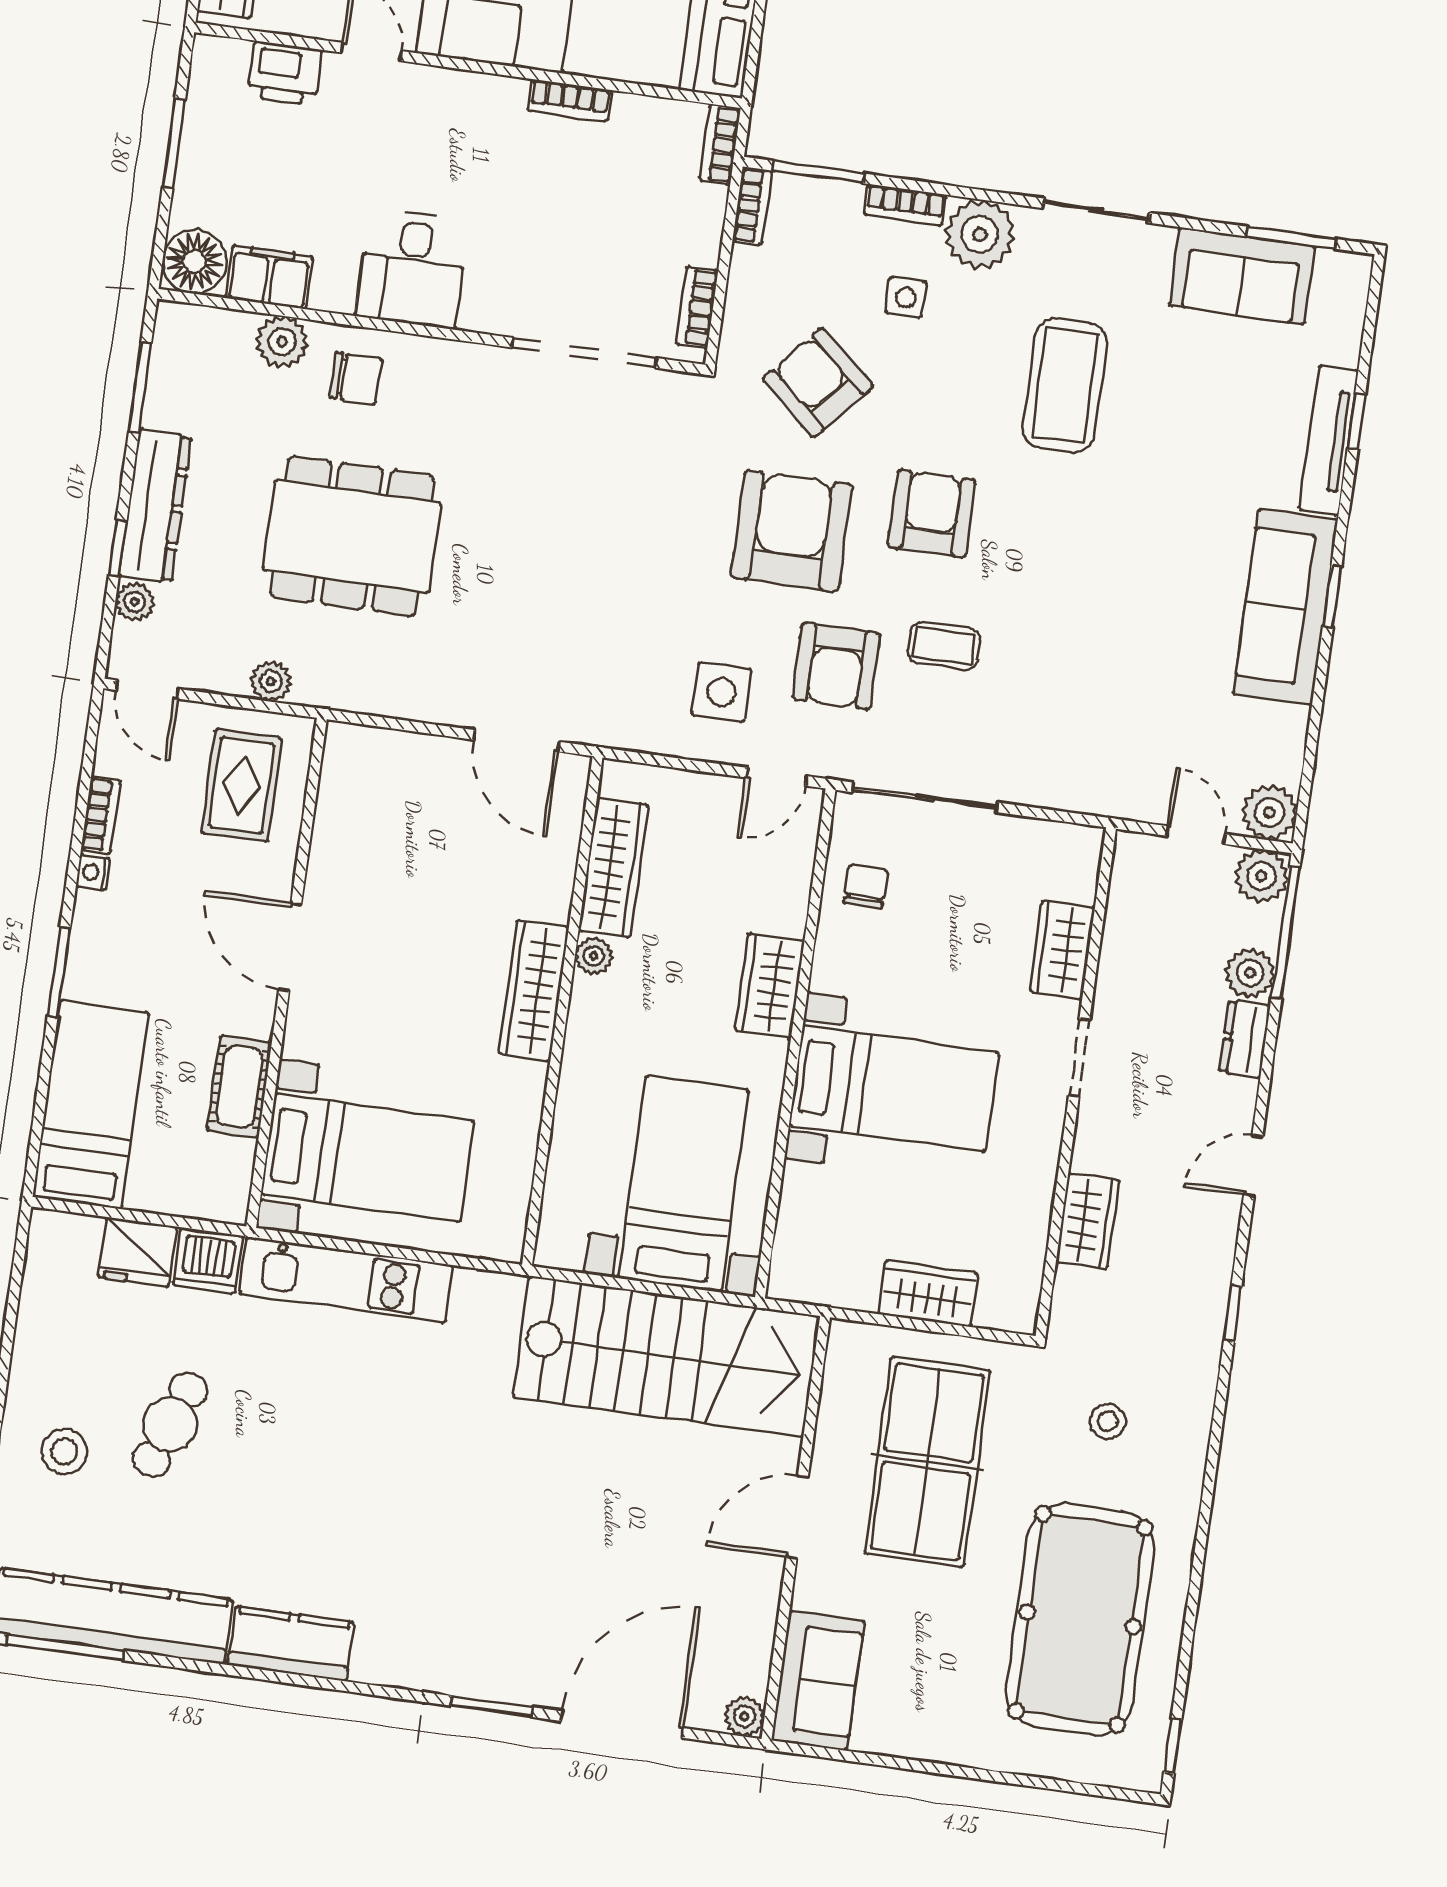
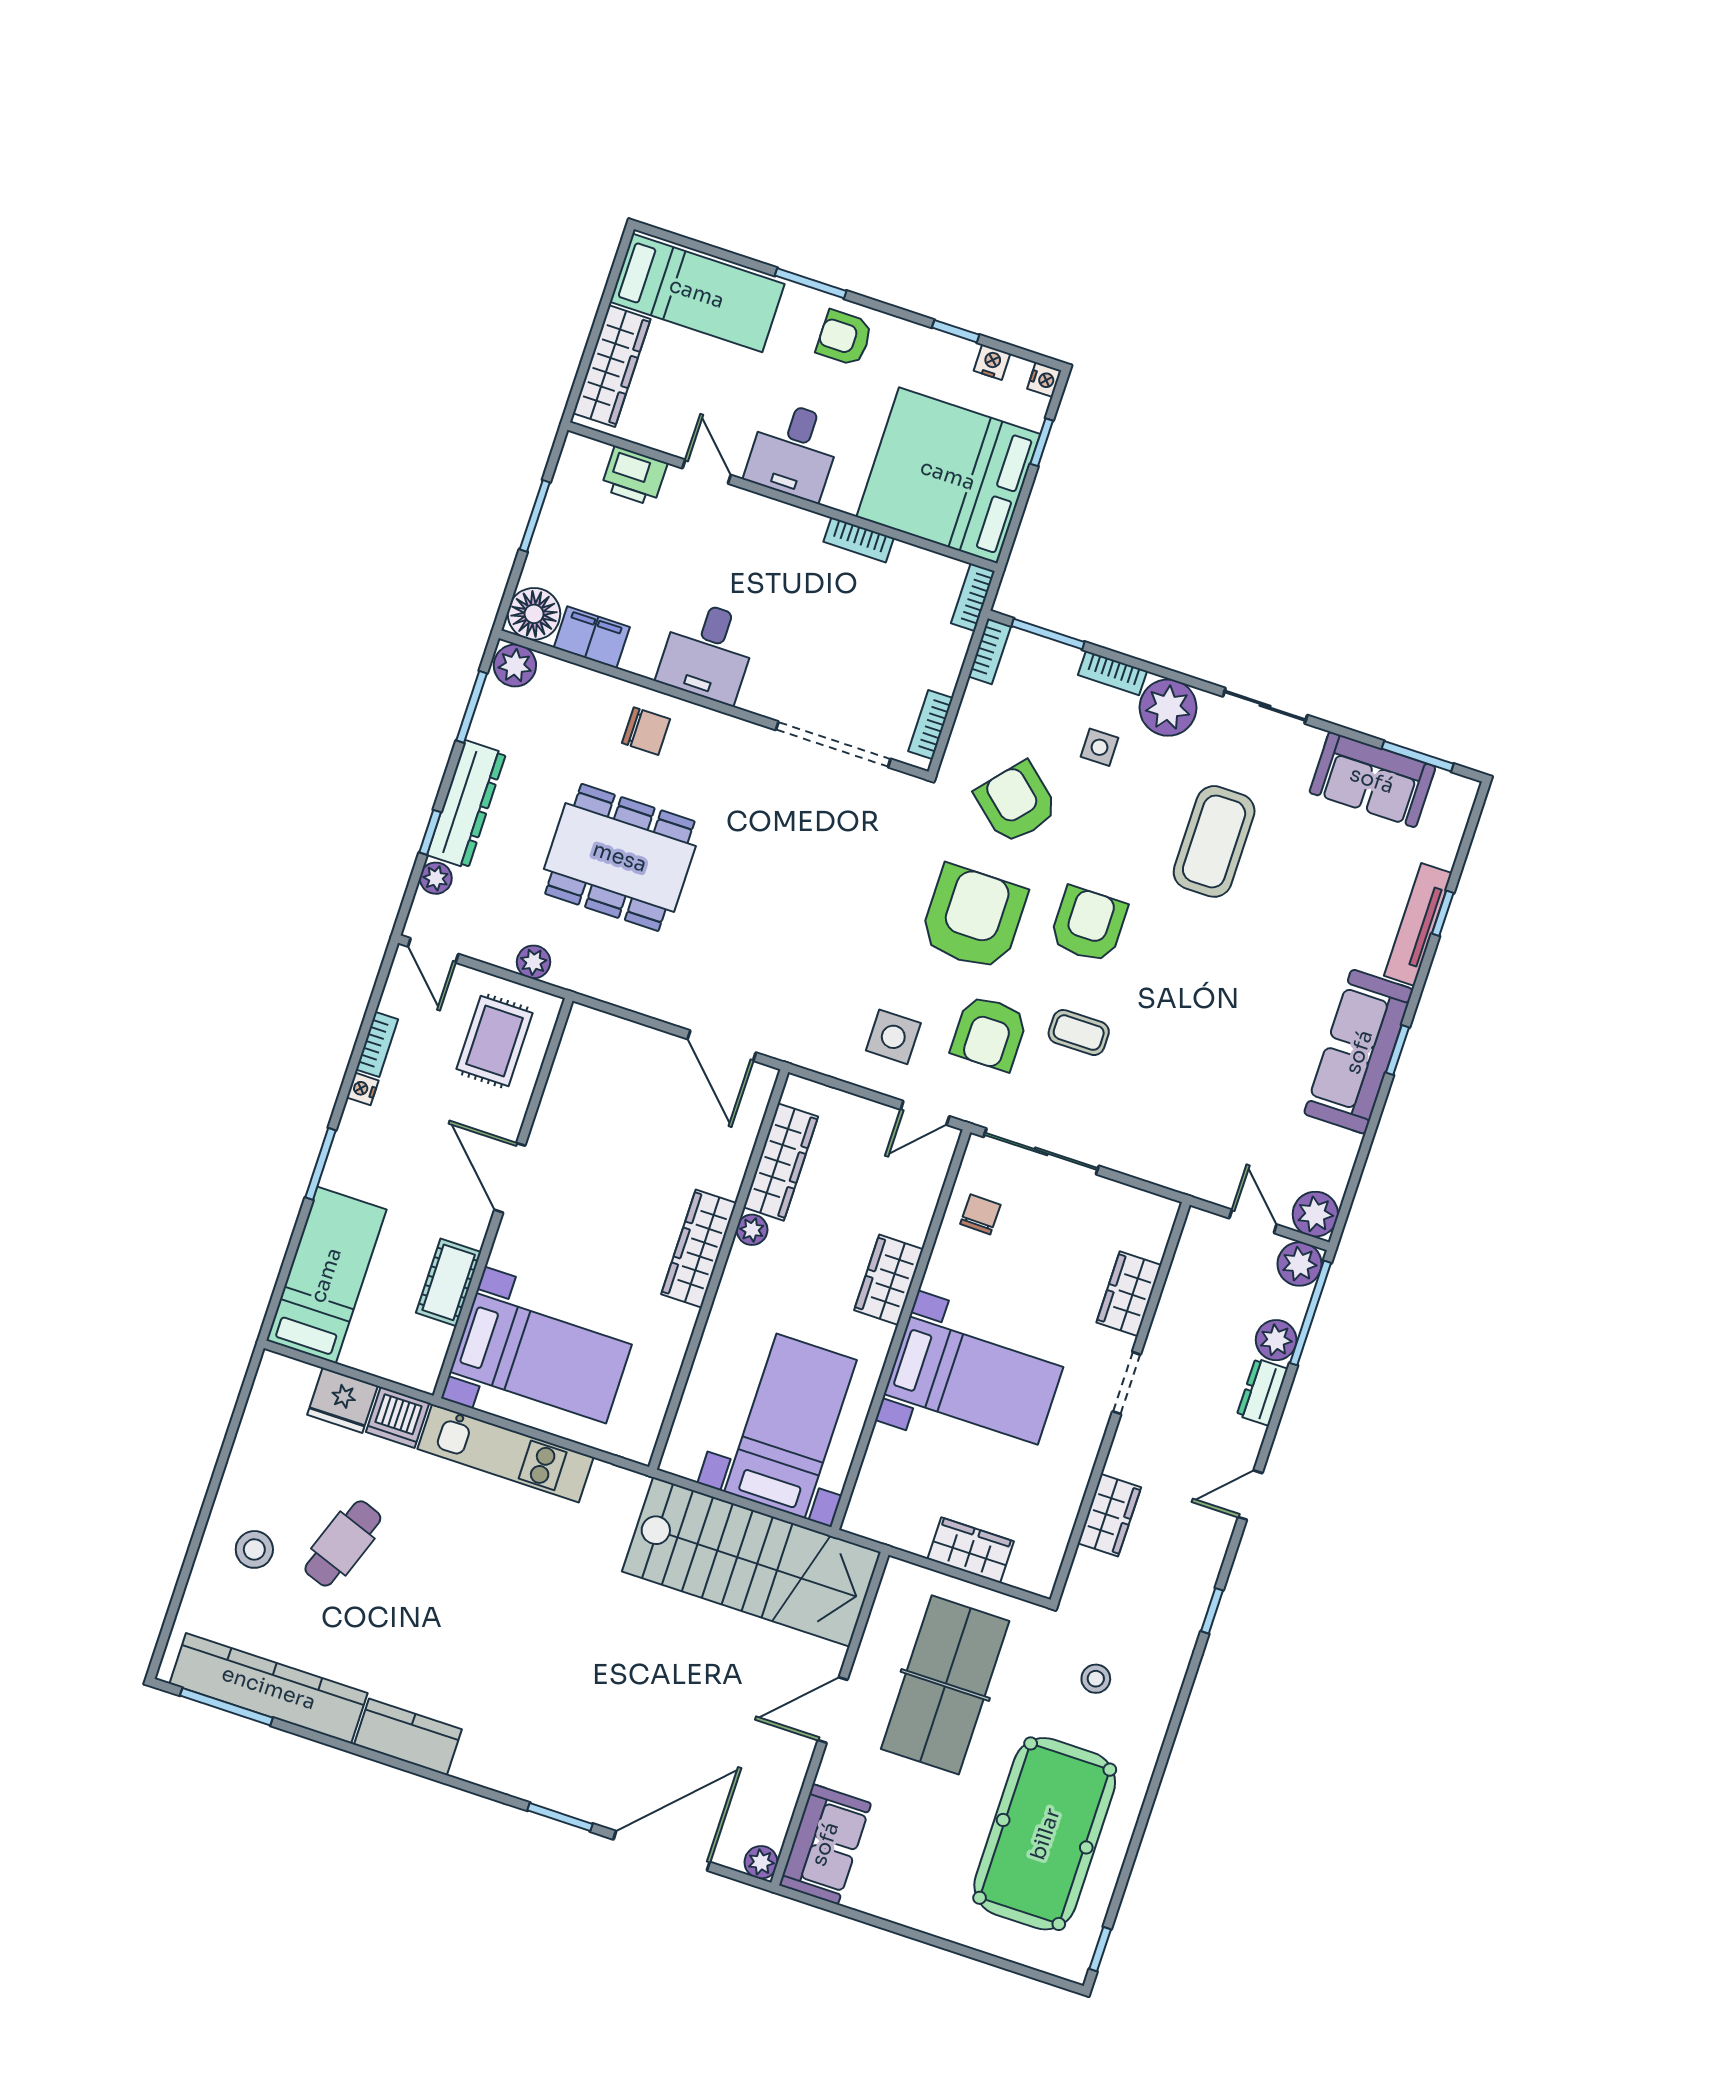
plant: (282, 342) -> (515, 665), moved

